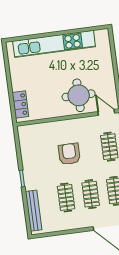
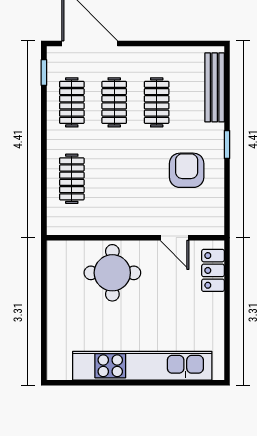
door: (106, 112) -> (175, 238), moved
armchair: (69, 154) -> (187, 170), moved, turned 180

